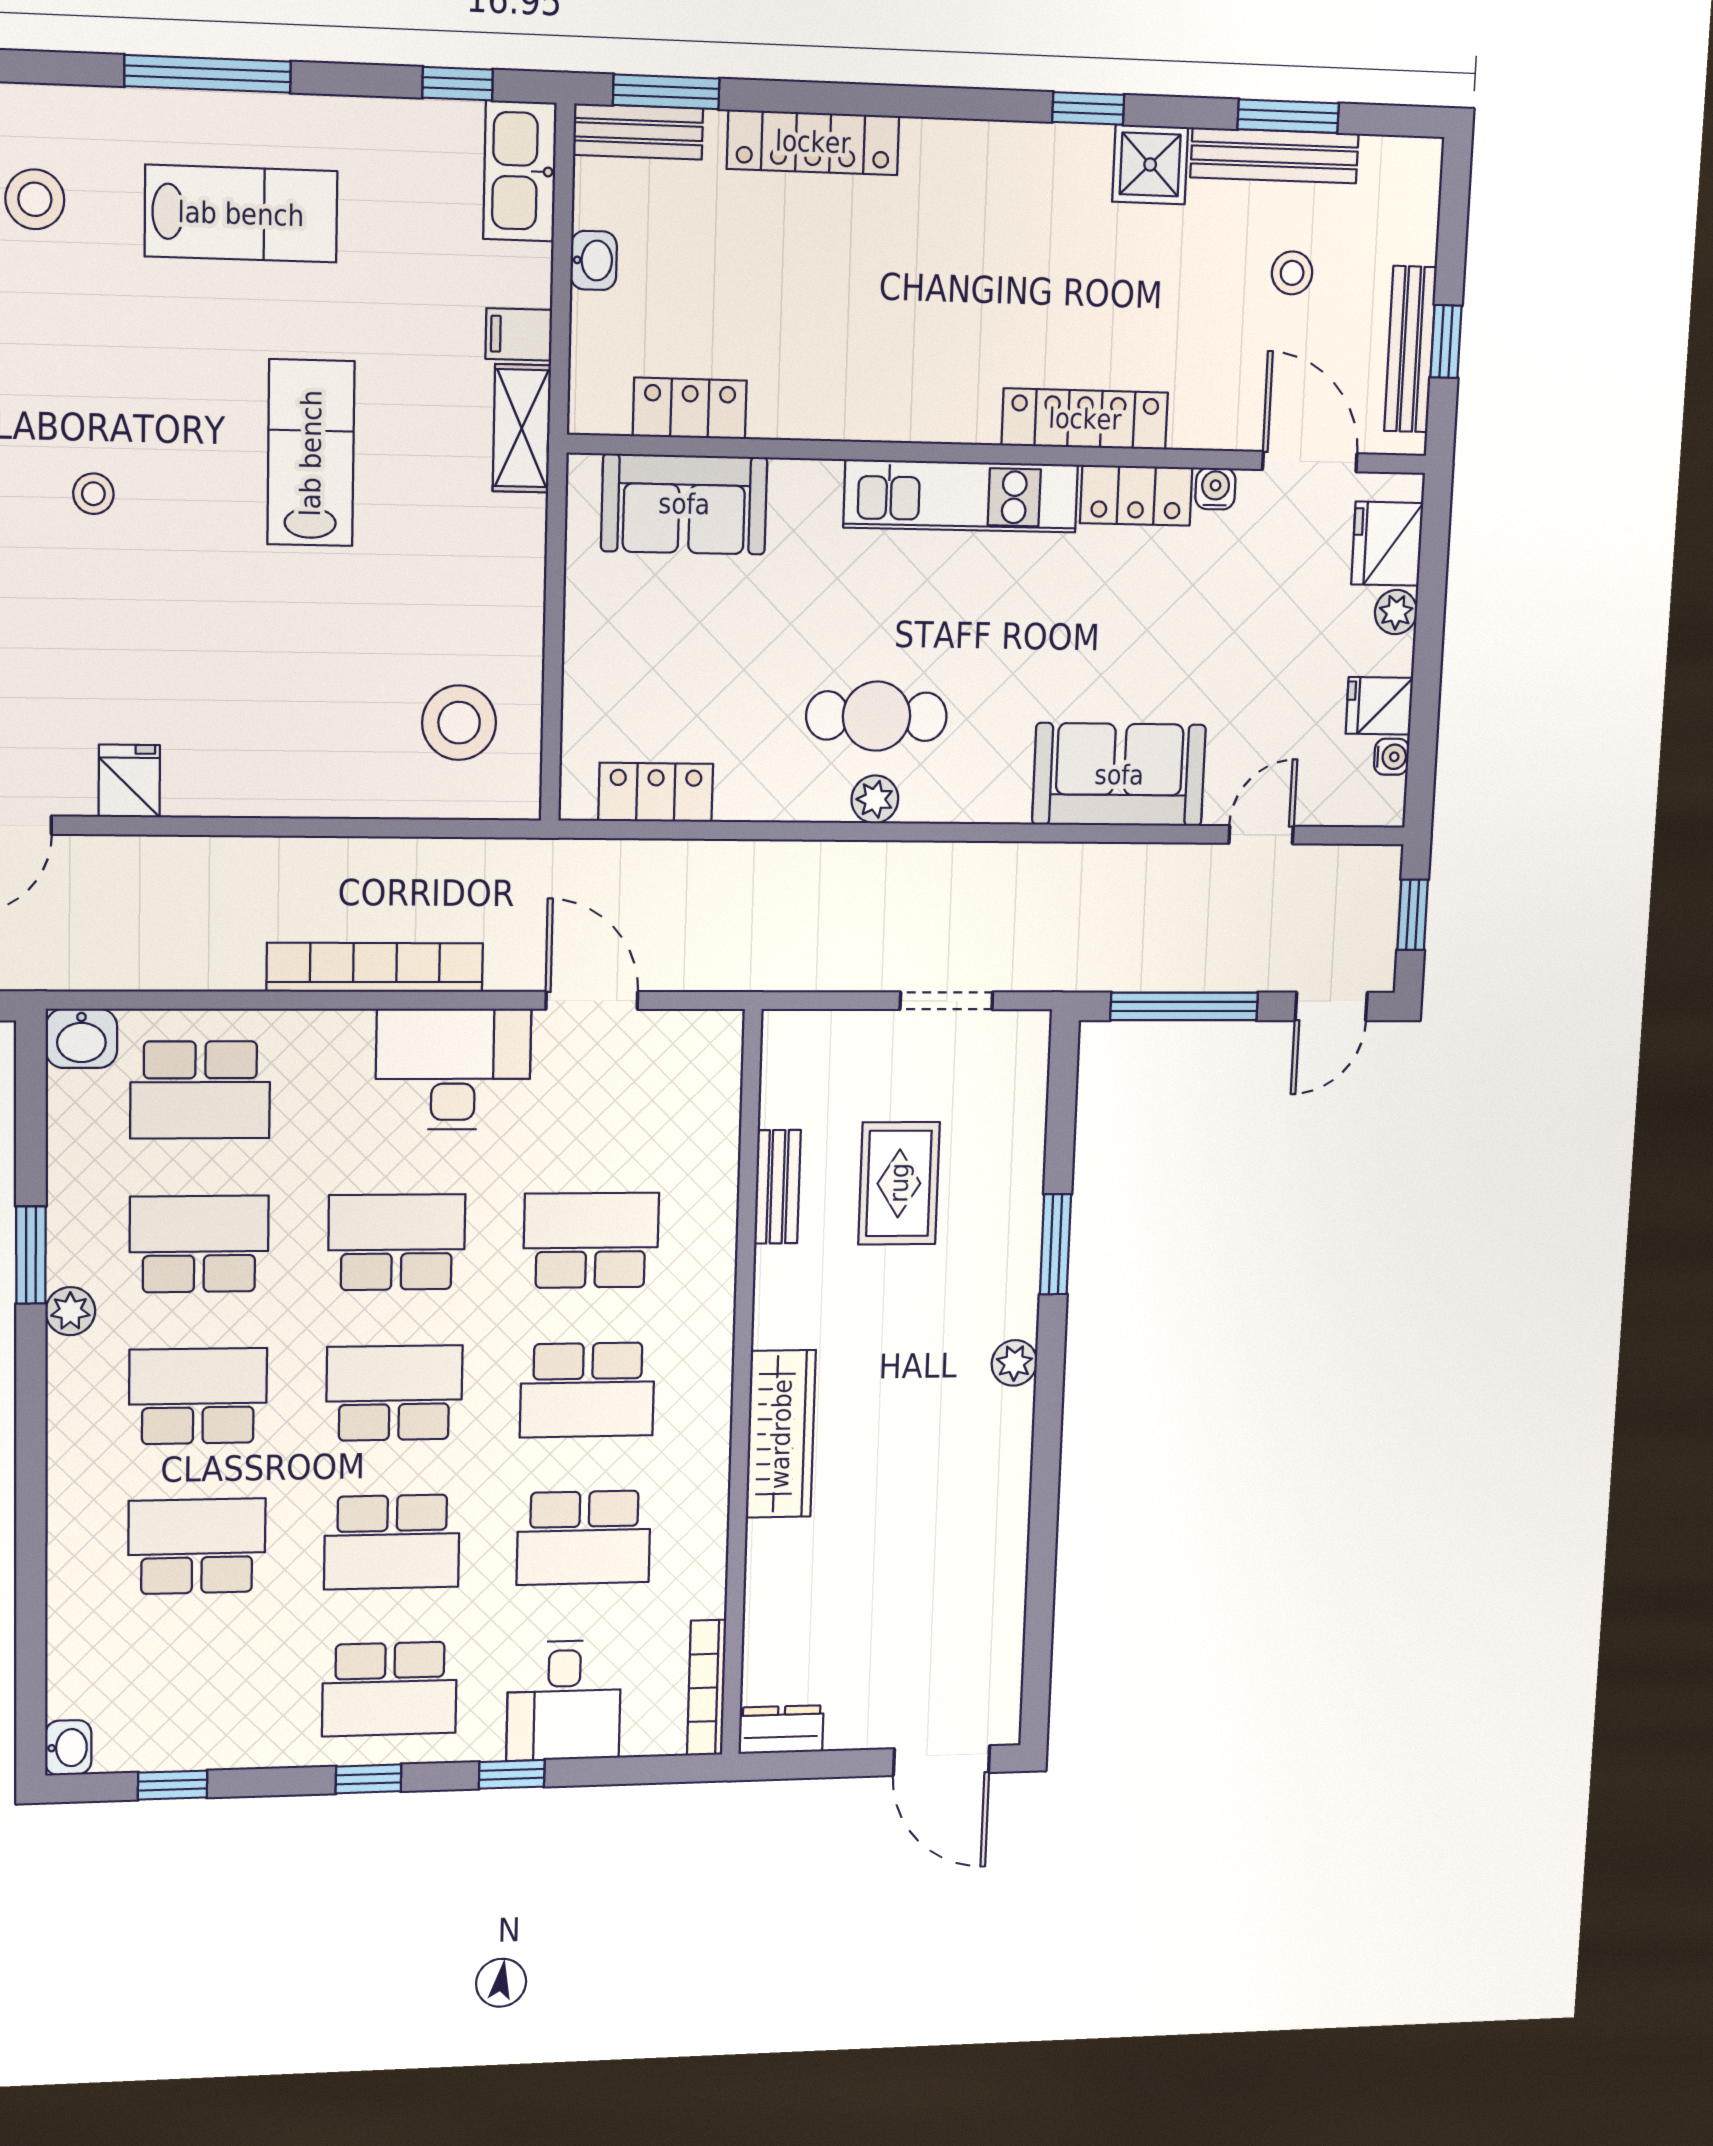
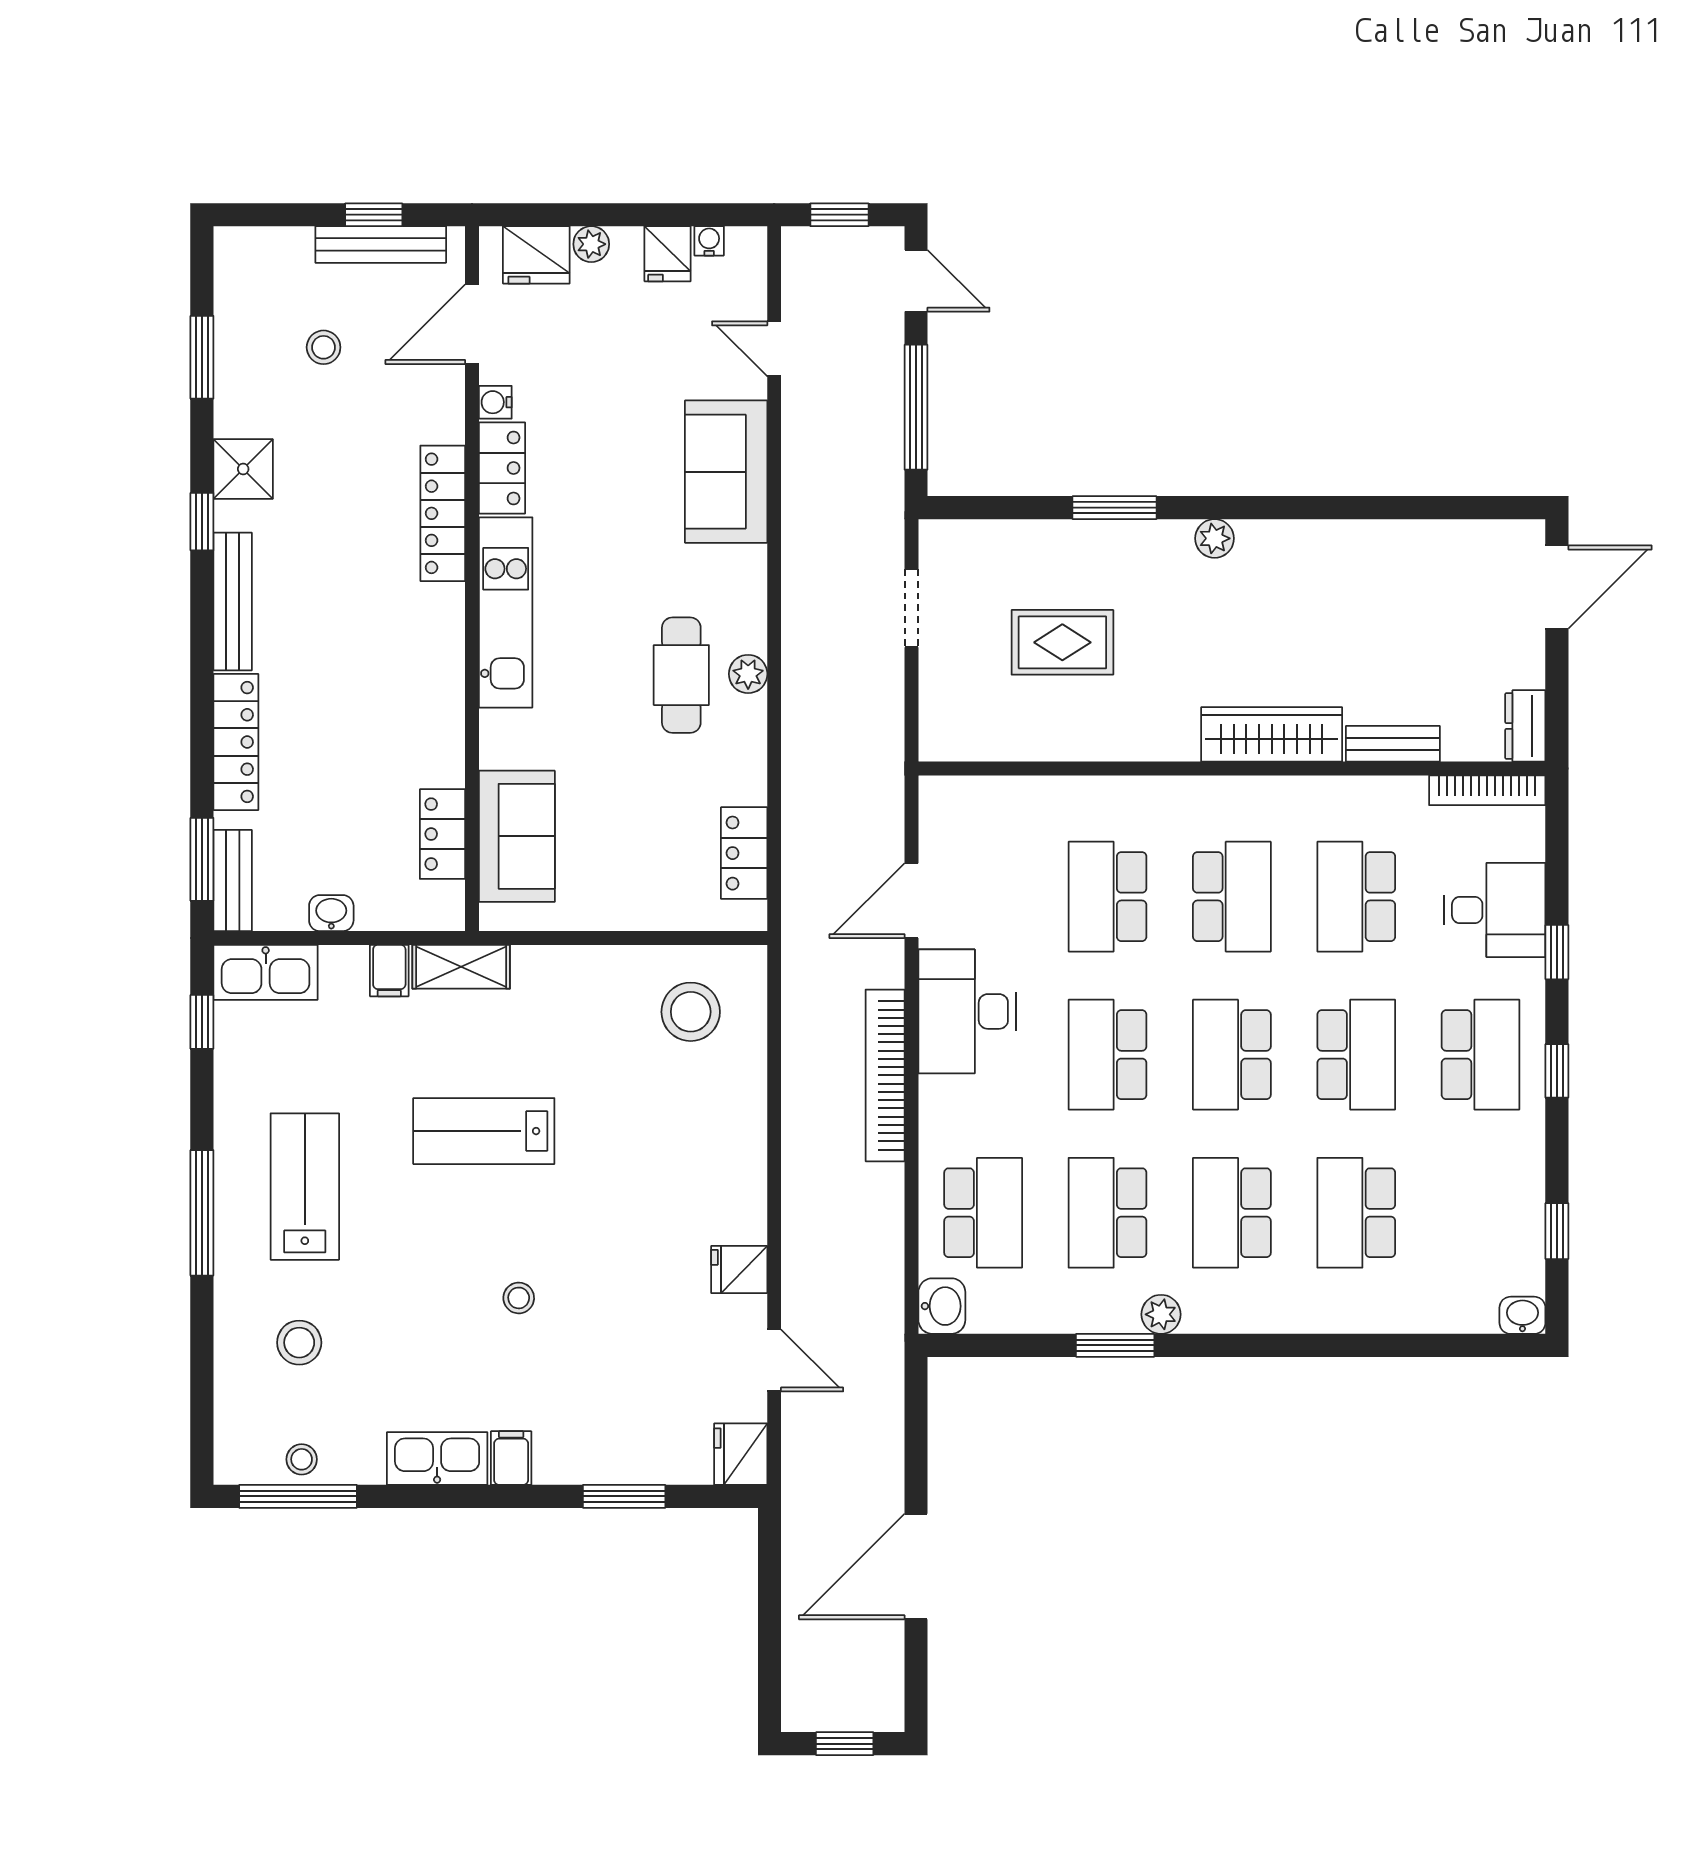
bench: (1275, 155) -> (233, 601), moved
bench: (777, 1187) -> (1393, 744), moved
school desk: (584, 1538) -> (1356, 897), turned 180

